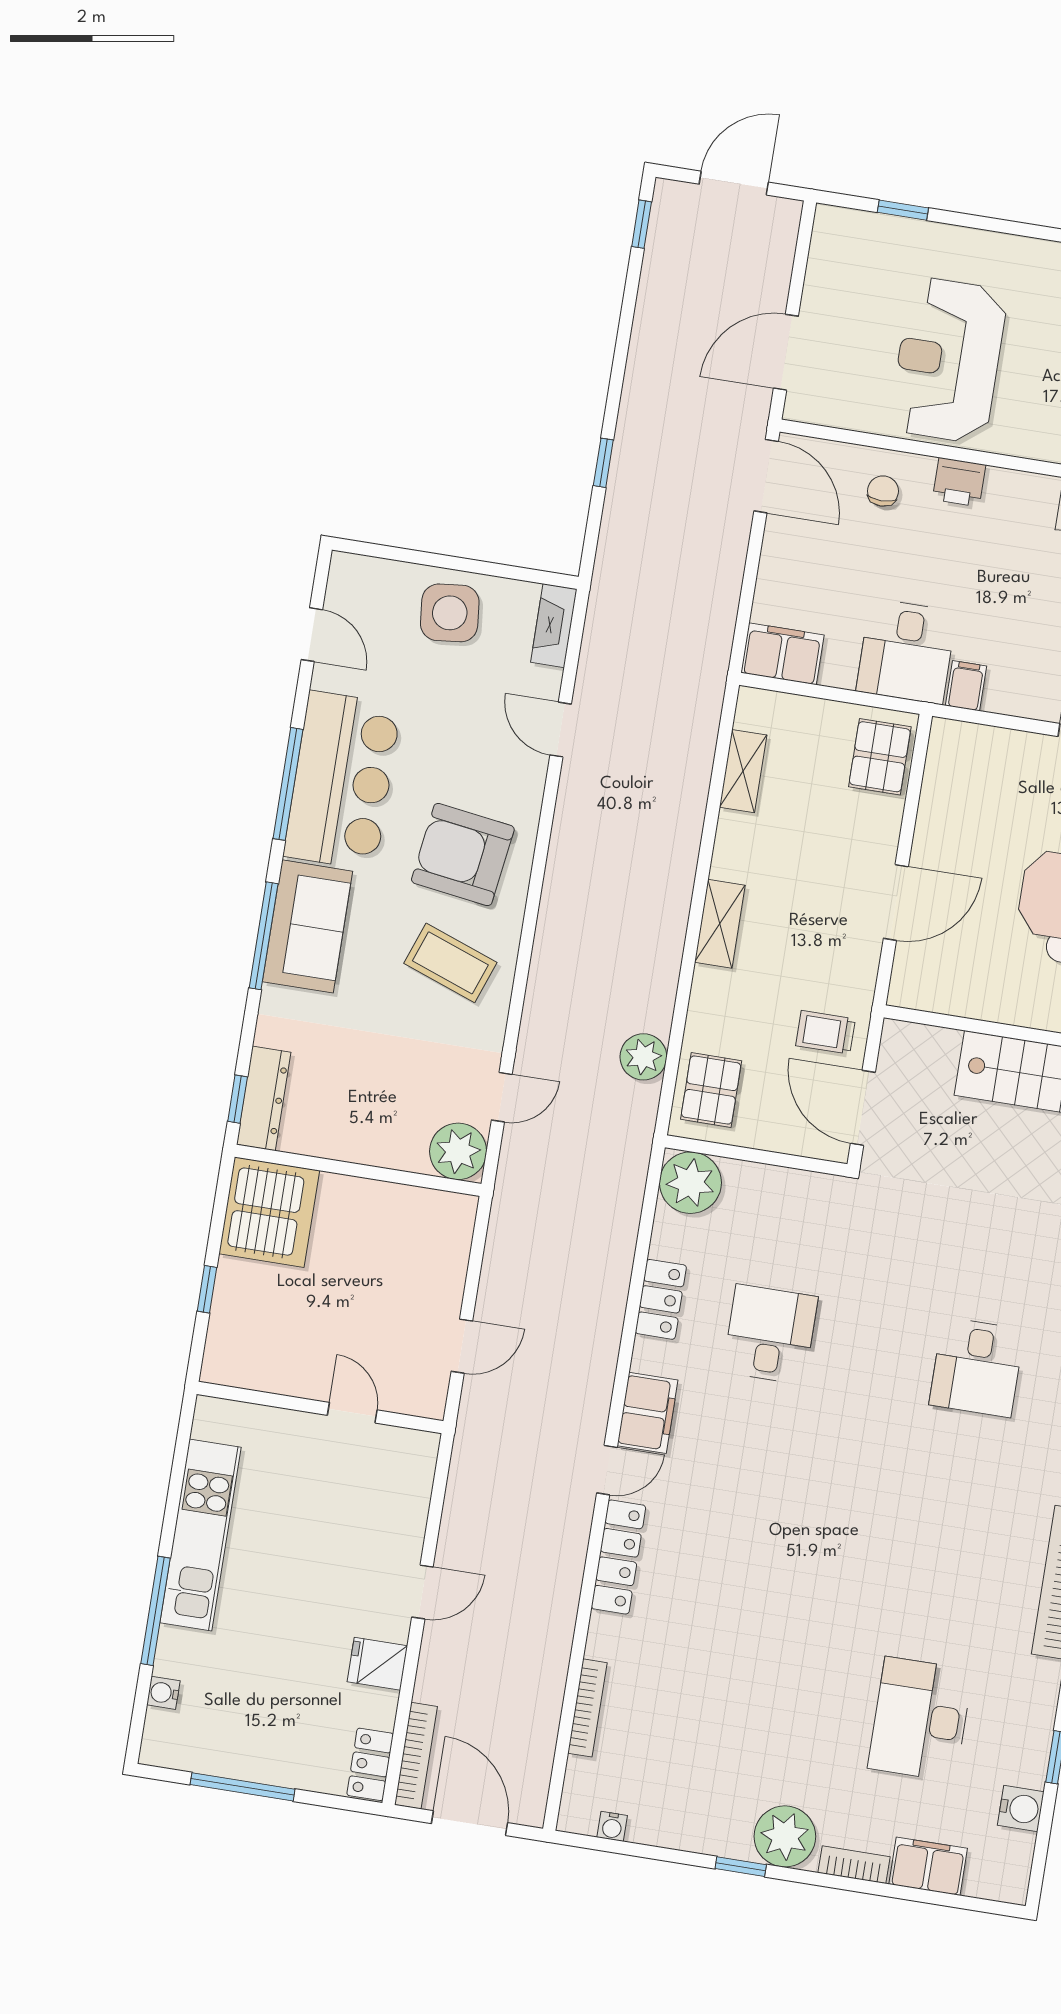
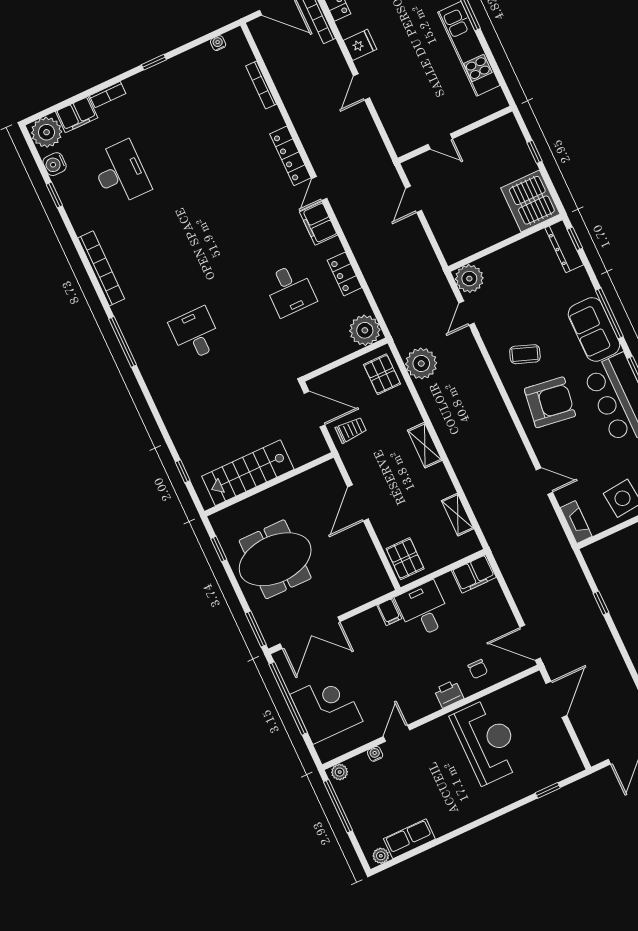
coffee table: (450, 963) -> (525, 354), width x0.73, depth x0.77
plant: (643, 1057) -> (421, 363), width x1.36, depth x1.36
plant: (785, 1836) -> (47, 132), moved

